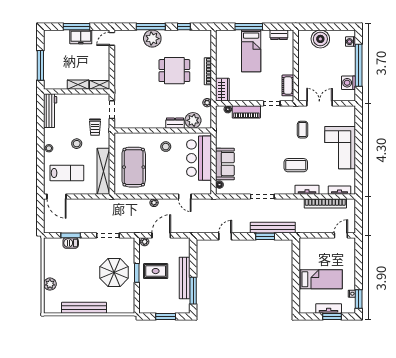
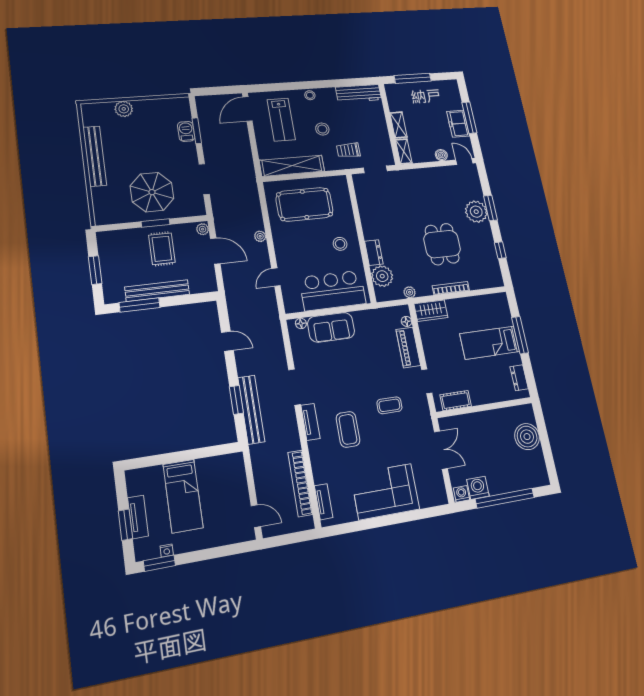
window: (151, 27) -> (490, 208), width x0.69
washing machine: (350, 42) -> (461, 494), moved
boiler: (105, 56) -> (441, 155), added
coffee table: (303, 130) -> (389, 405), moved
tv unit: (307, 190) -> (310, 422), moved

